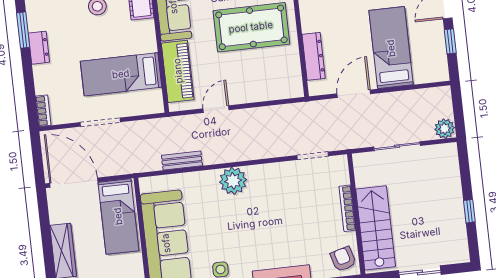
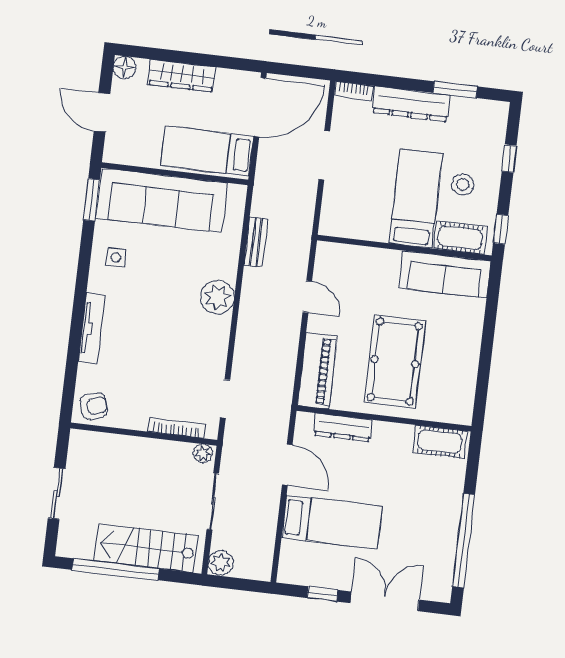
dresser: (39, 48) -> (411, 104), width x1.96, depth x1.24
piano: (178, 71) -> (317, 371), moved, turned -90
bed: (121, 74) -> (416, 198), moved
plant: (360, 163) -> (203, 453), added
bookcase: (347, 208) -> (177, 428), moved
window: (469, 211) -> (116, 569), width x3.17
stairs: (376, 228) -> (146, 548), moved, turned 180

